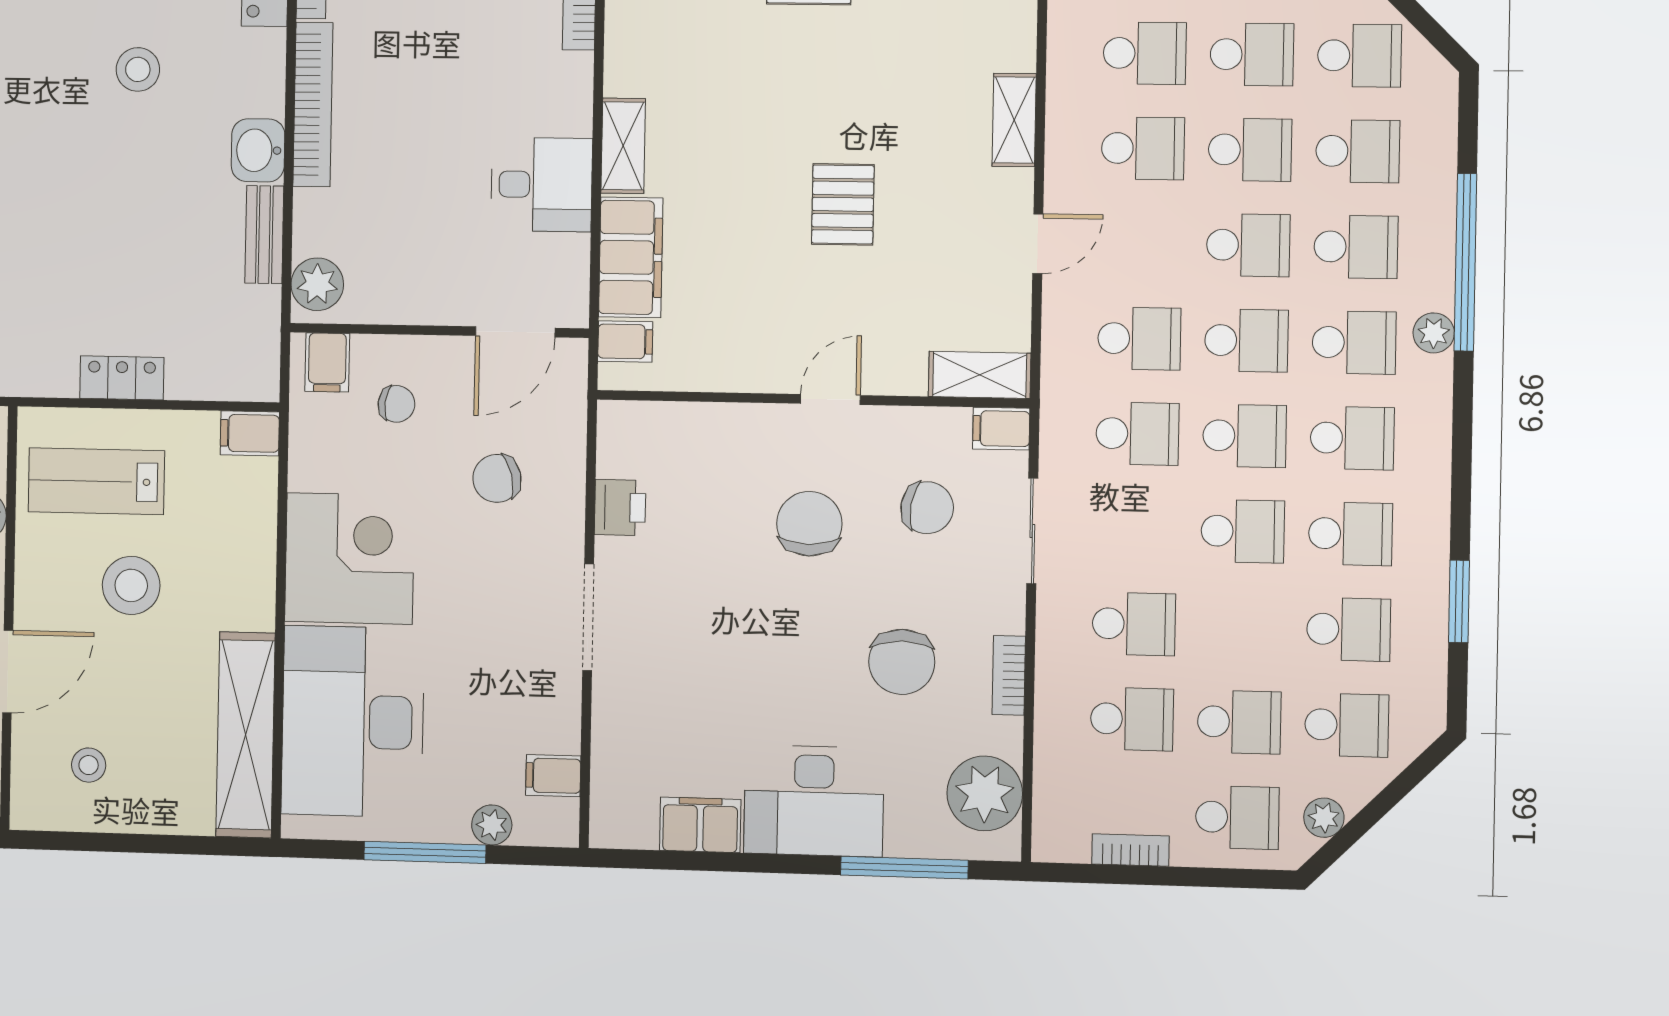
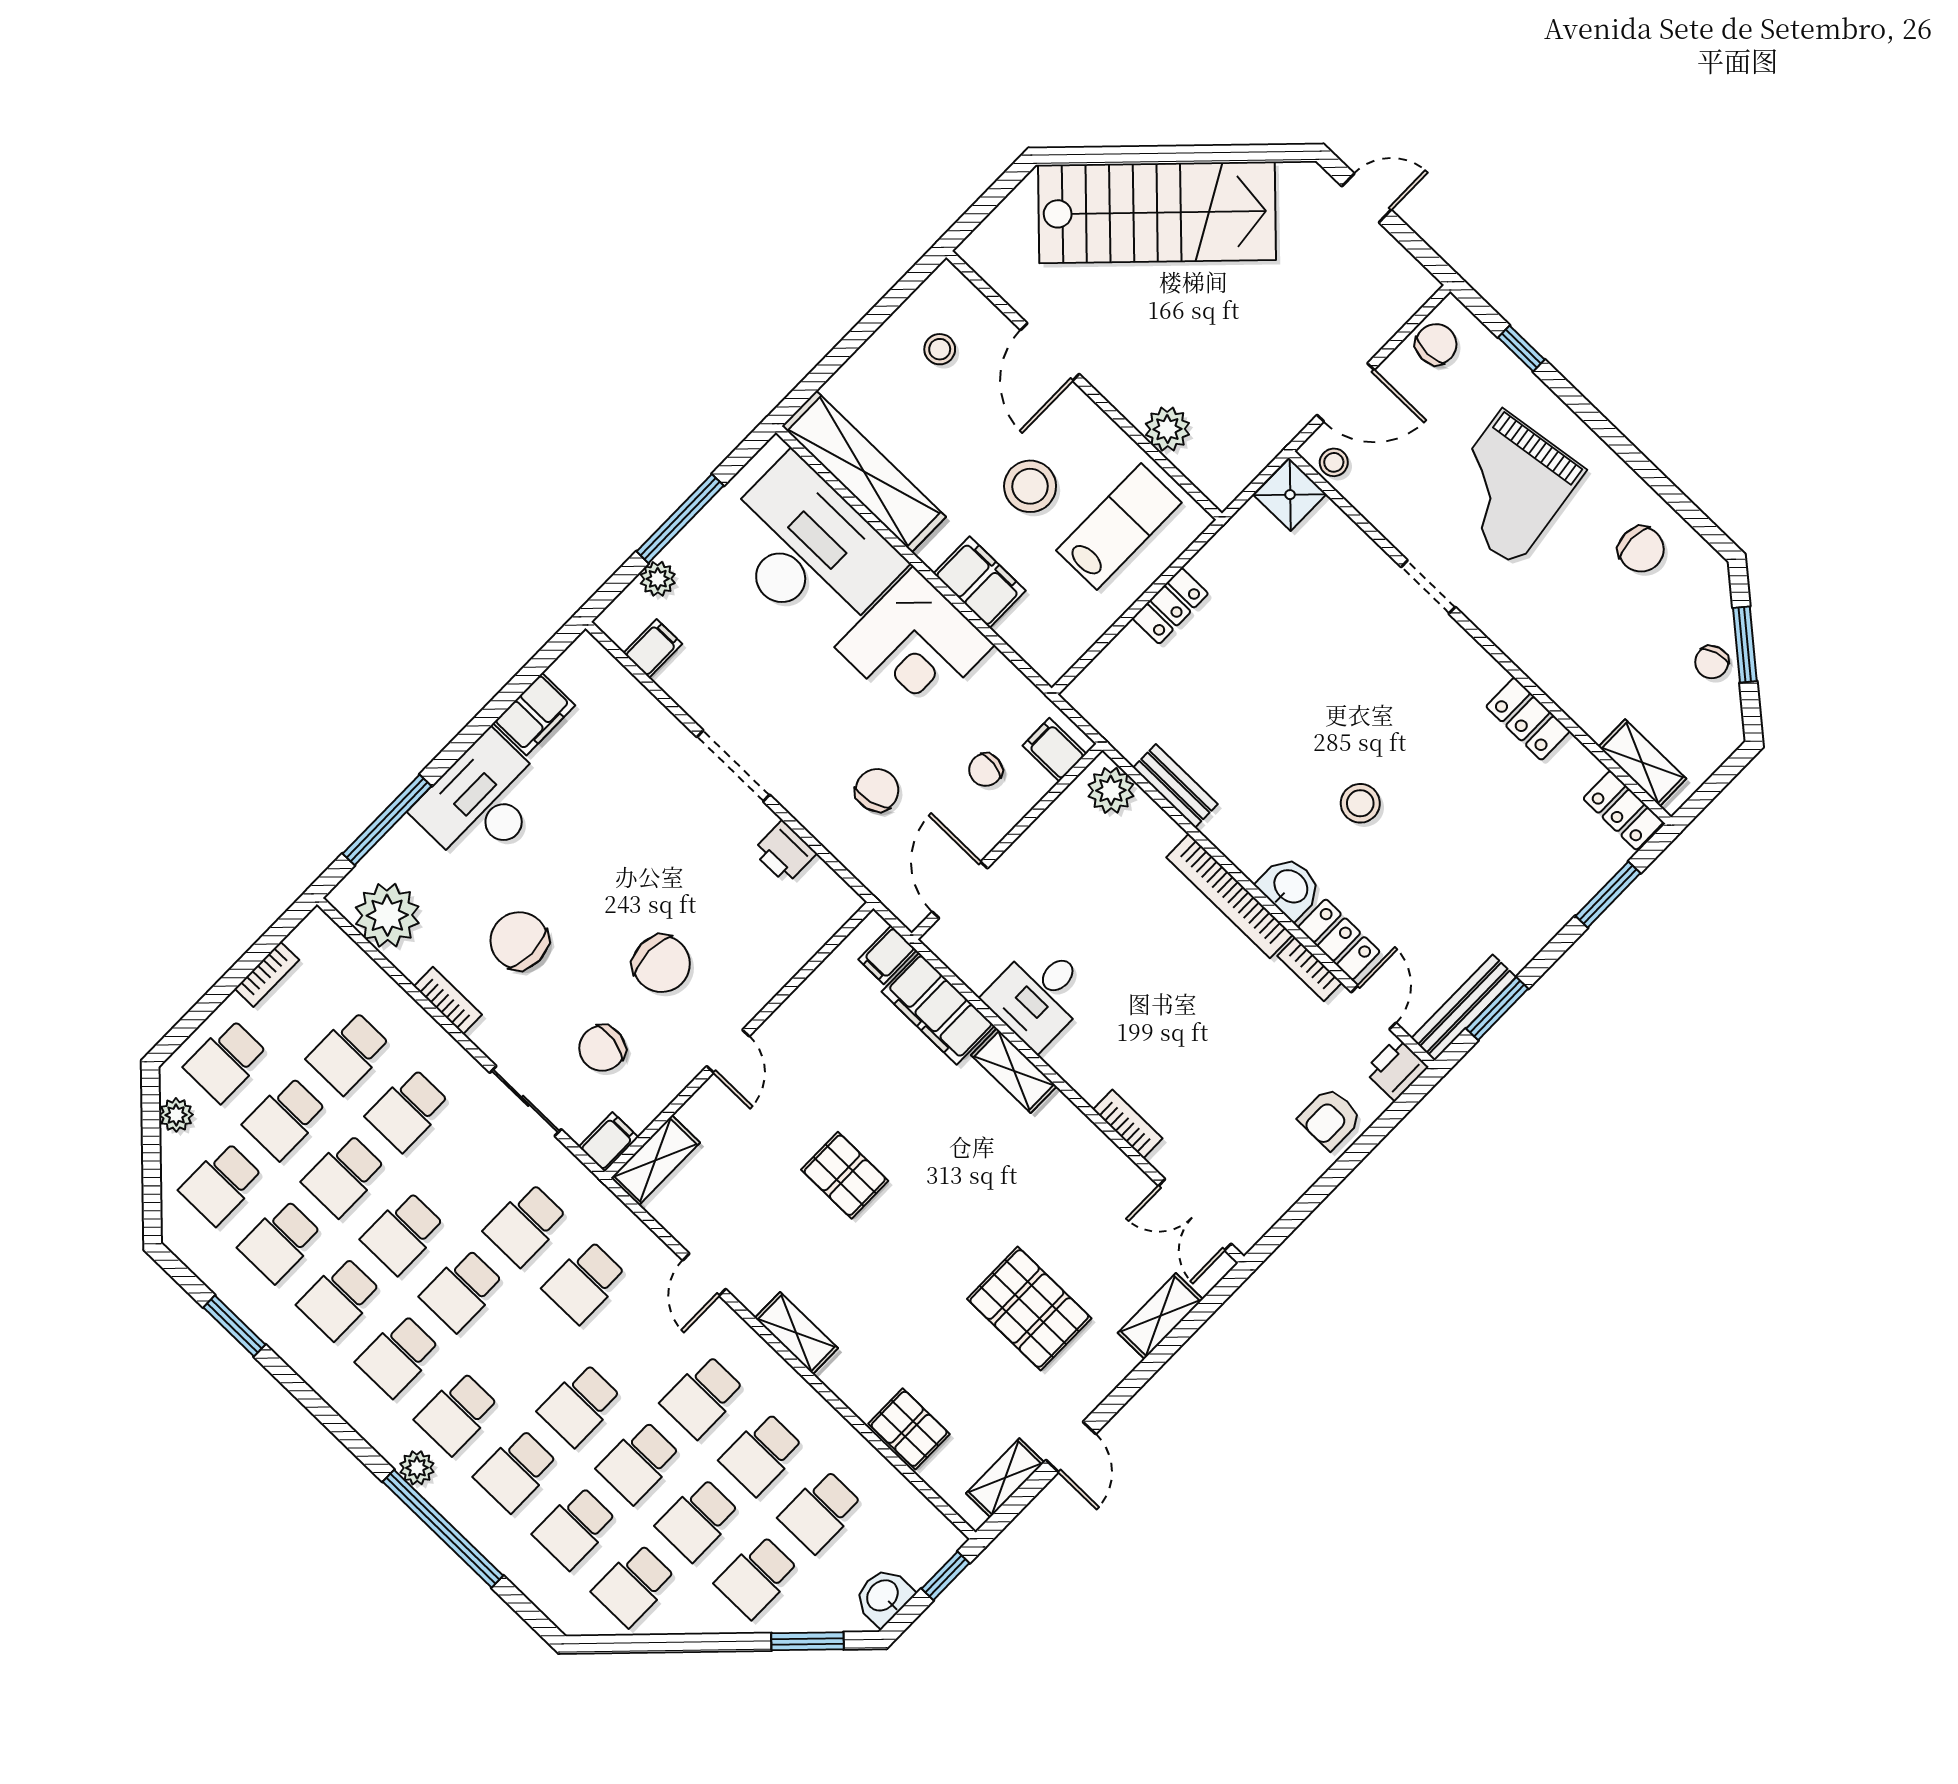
washbasin: (258, 150) -> (1290, 887), moved
school desk: (1246, 340) -> (344, 1175), moved
filing cabinet: (250, 433) -> (980, 582), moved, width x2.00

